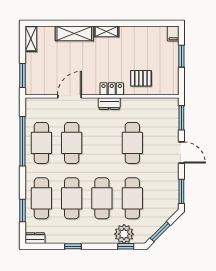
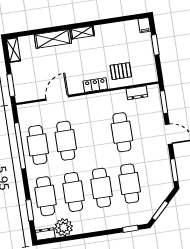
dresser: (109, 104) -> (137, 93), moved
plant: (124, 234) -> (64, 227), moved
window: (73, 246) -> (81, 236), removed

